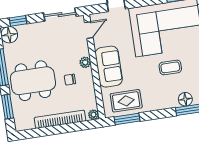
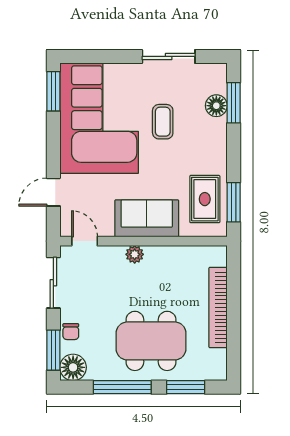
window: (18, 21) -> (53, 350), width x1.50
chair: (70, 80) -> (71, 332), moved
dining table: (33, 81) -> (151, 341), turned 90
plant: (94, 115) -> (219, 254), removed

